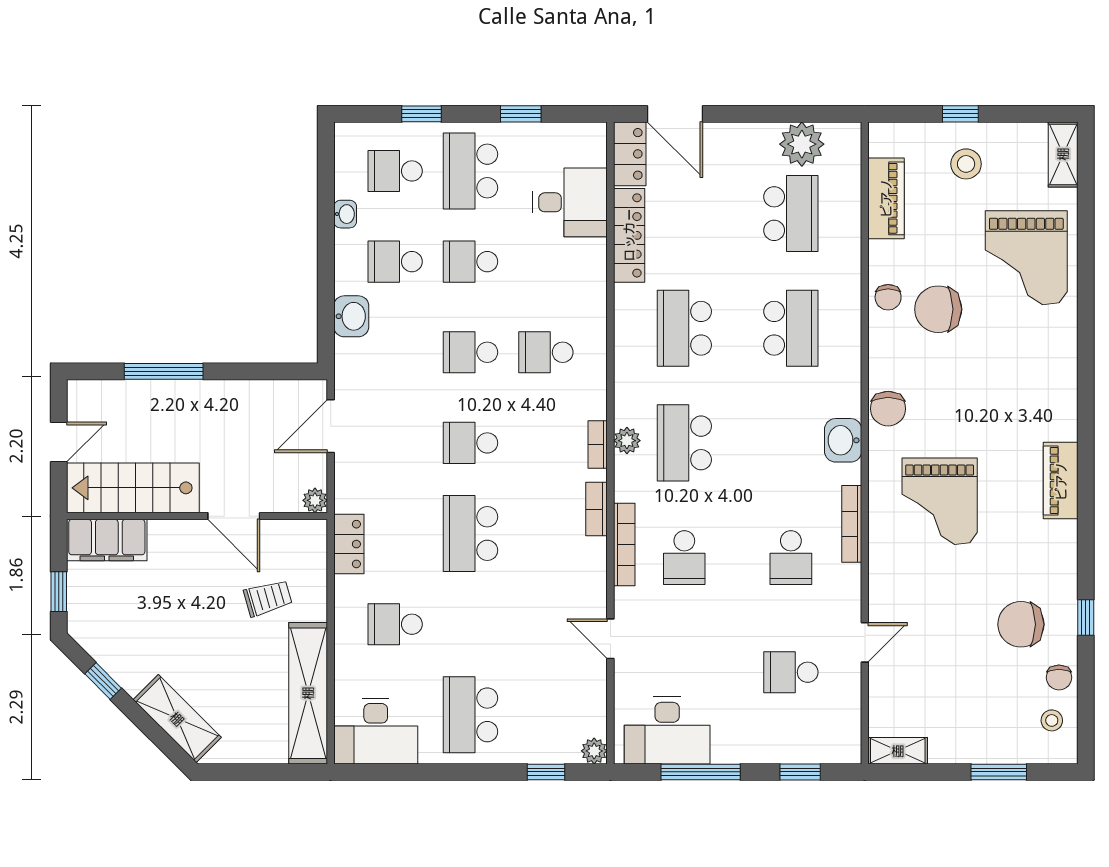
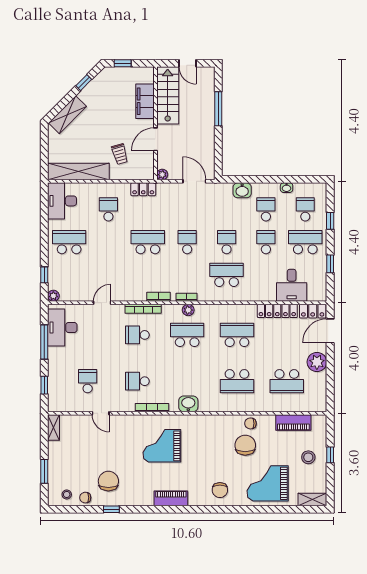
plant: (802, 144) -> (317, 362), moved
school desk: (546, 352) -> (227, 275), width x1.85
chair: (888, 409) -> (220, 490), moved, turned -90
filing cabinet: (107, 540) -> (145, 101), moved

